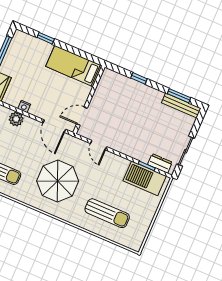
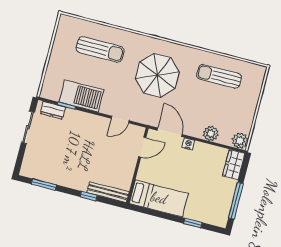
nightstand: (24, 106) -> (188, 144), moved
bench: (181, 106) -> (108, 192), moved
door: (99, 145) -> (120, 119), swing flipped
barbecue: (145, 178) -> (81, 96), moved
sun lounger: (107, 213) -> (100, 50), turned 180

